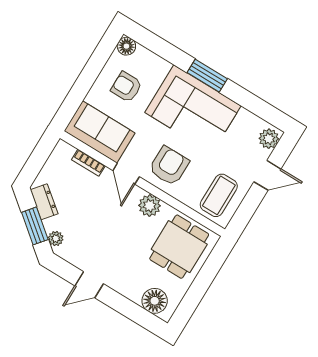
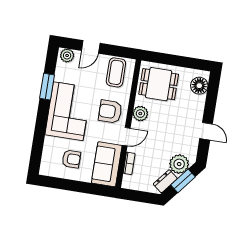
floor lamp: (126, 46) -> (46, 170), removed
window: (207, 76) -> (47, 87), moved
armchair: (126, 87) -> (71, 159), turned -90
door: (267, 175) -> (91, 47), swing flipped
coffee table: (219, 195) -> (116, 72), turned 90
plant: (56, 239) -> (179, 164), width x1.88, depth x1.88

